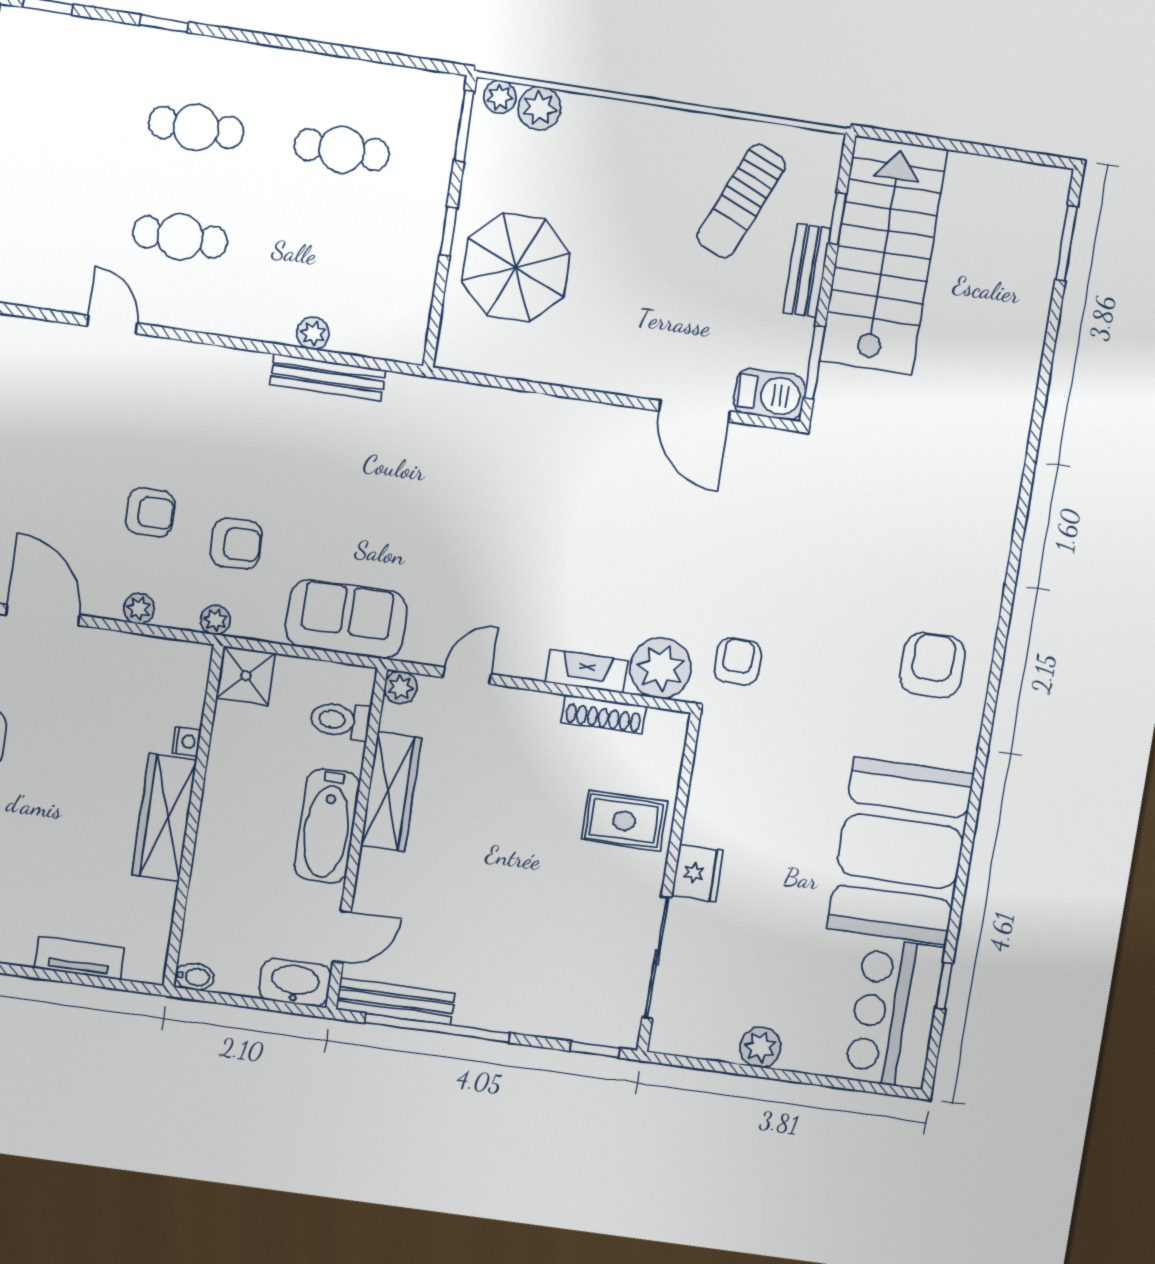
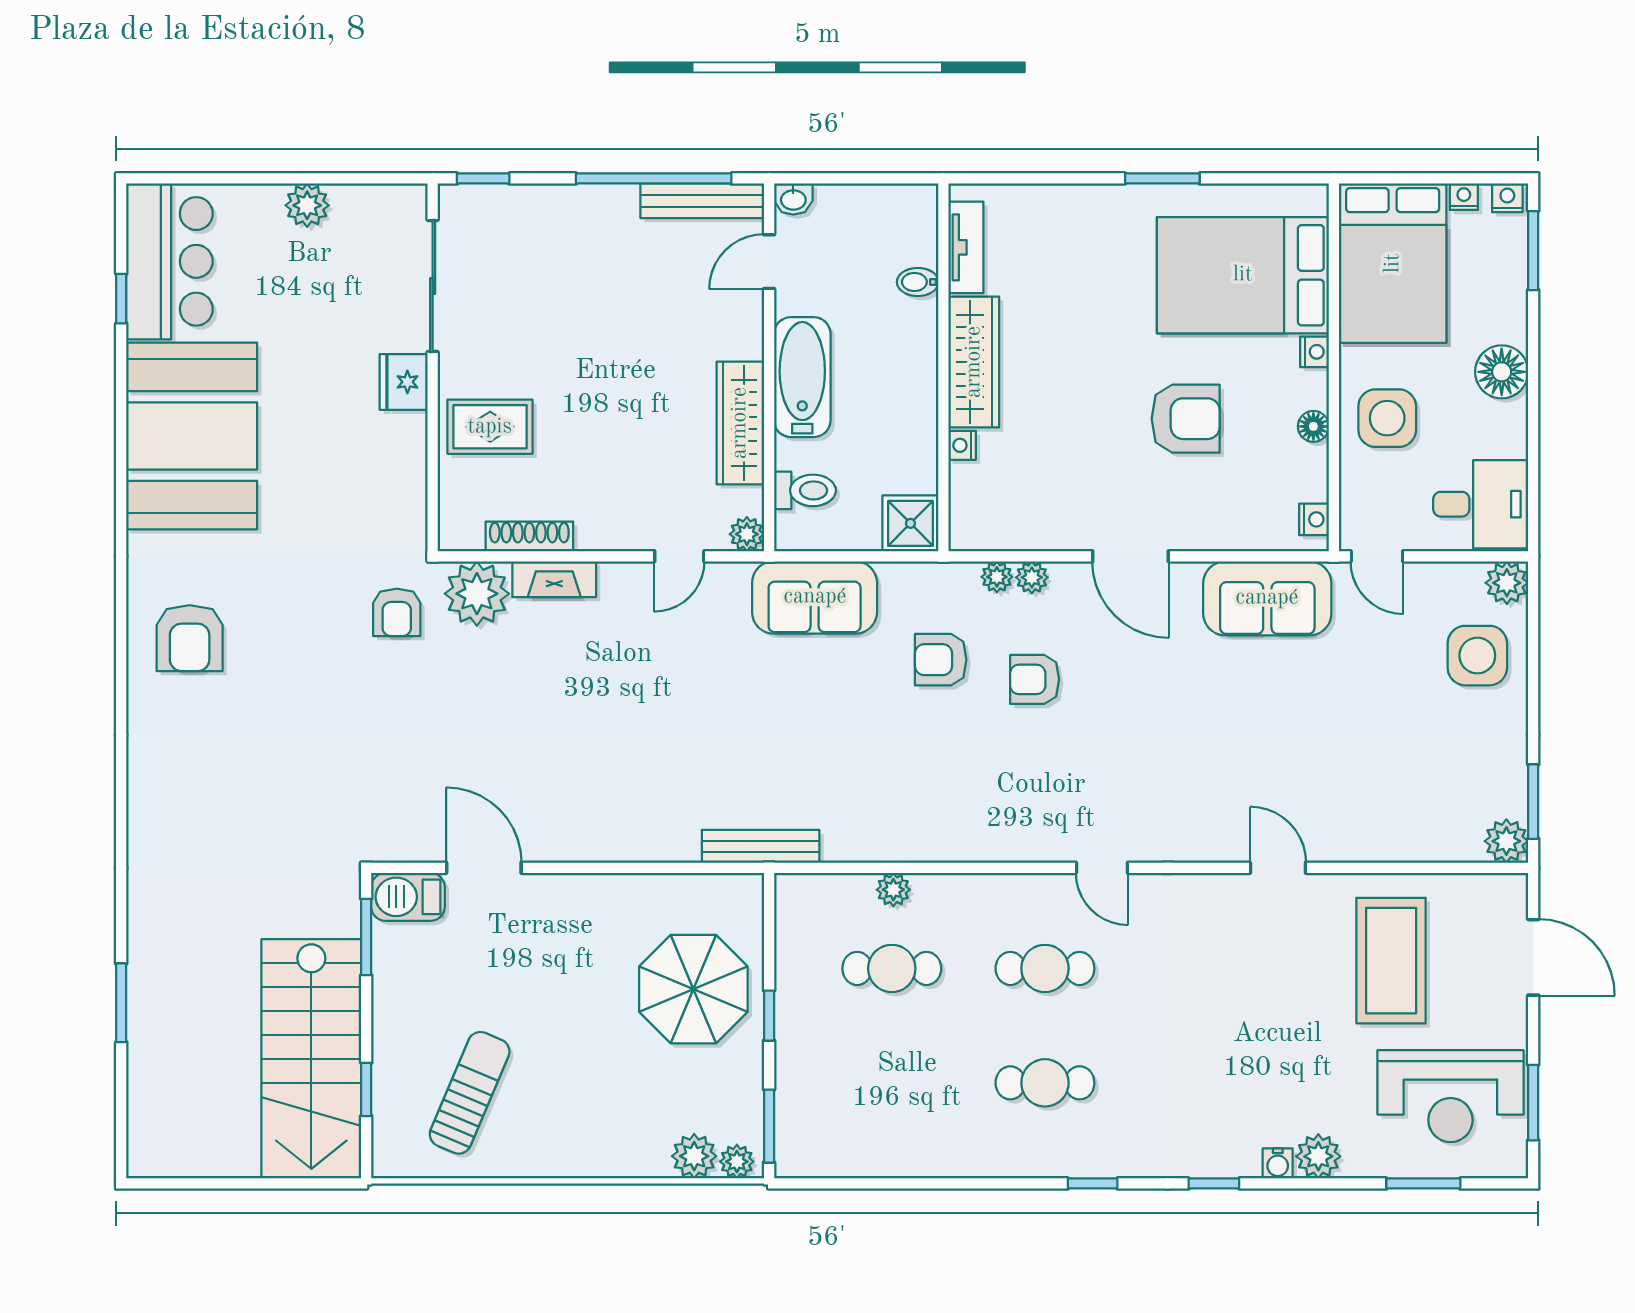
cafe table: (342, 150) -> (892, 968), moved
window: (1066, 243) -> (121, 1003), moved
bench: (807, 270) -> (389, 1031), removed
bench: (328, 377) -> (761, 846), moved
plant: (215, 620) -> (997, 577), moved
tv unit: (79, 958) -> (966, 247), moved, turned -90
bidet: (194, 977) -> (918, 282), moved
washbasin: (295, 983) -> (793, 199), width x0.52, depth x0.69

